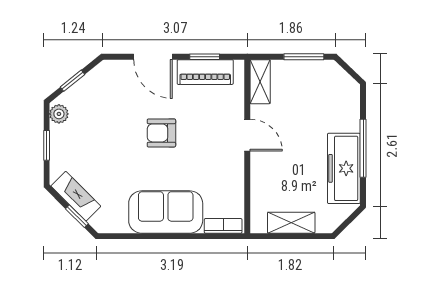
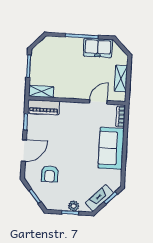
piano: (205, 72) -> (44, 107), moved, turned 90
plant: (59, 114) -> (74, 206), moved
armchair: (161, 133) -> (50, 174), moved
door: (247, 135) -> (98, 102), moved
freezer: (344, 168) -> (98, 48), width x0.71

